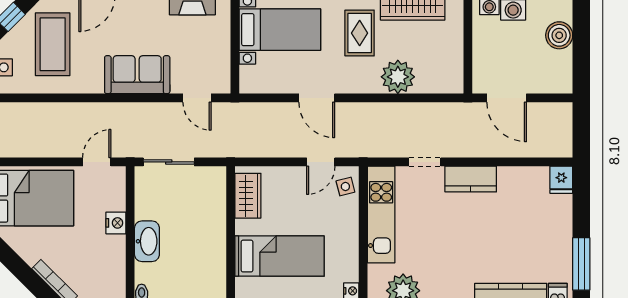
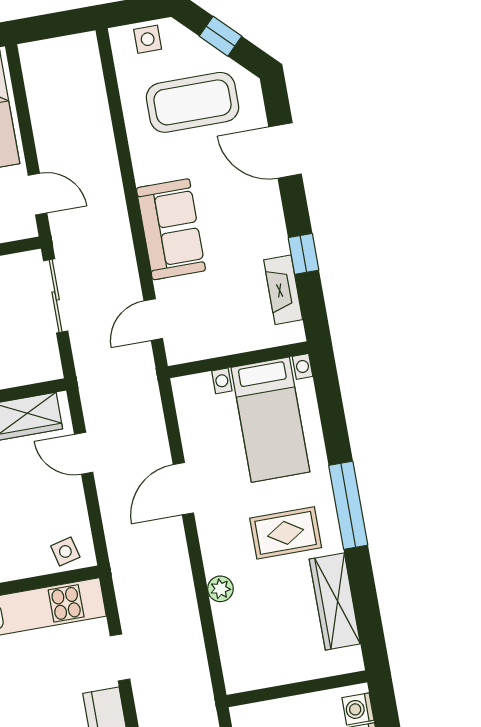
plant: (398, 77) -> (220, 589), width x0.53, depth x0.53
door: (321, 162) -> (84, 453), moved

